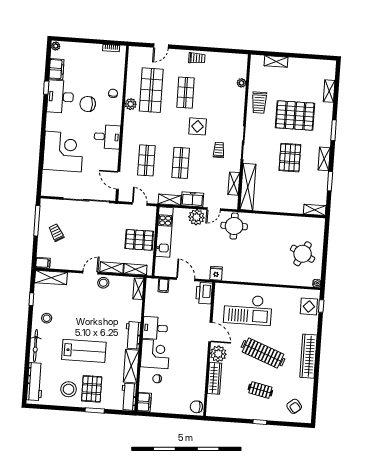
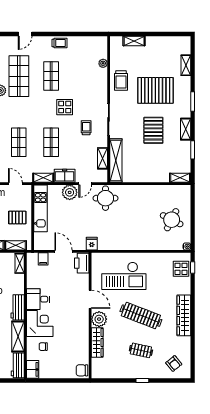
pallet: (139, 240) -> (17, 217), width x0.67, depth x0.71

